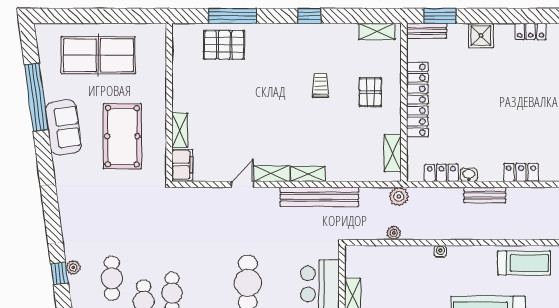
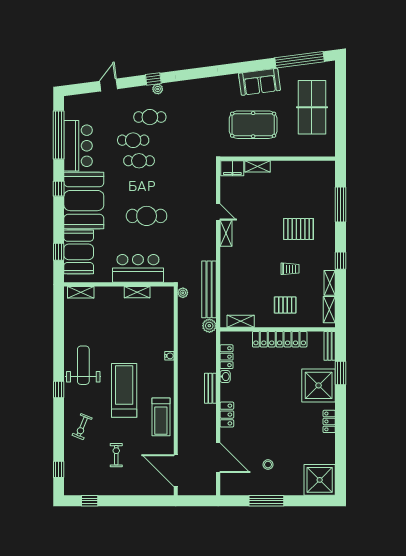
window: (440, 16) -> (341, 373), moved
shower: (481, 36) -> (319, 385), width x1.86, depth x1.86
pallet: (224, 45) -> (298, 229), moved, turned 90
window: (36, 97) -> (300, 60), moved
shelving: (308, 174) -> (330, 283), moved
bench: (319, 197) -> (209, 289), moved
plant: (394, 233) -> (183, 293), moved

